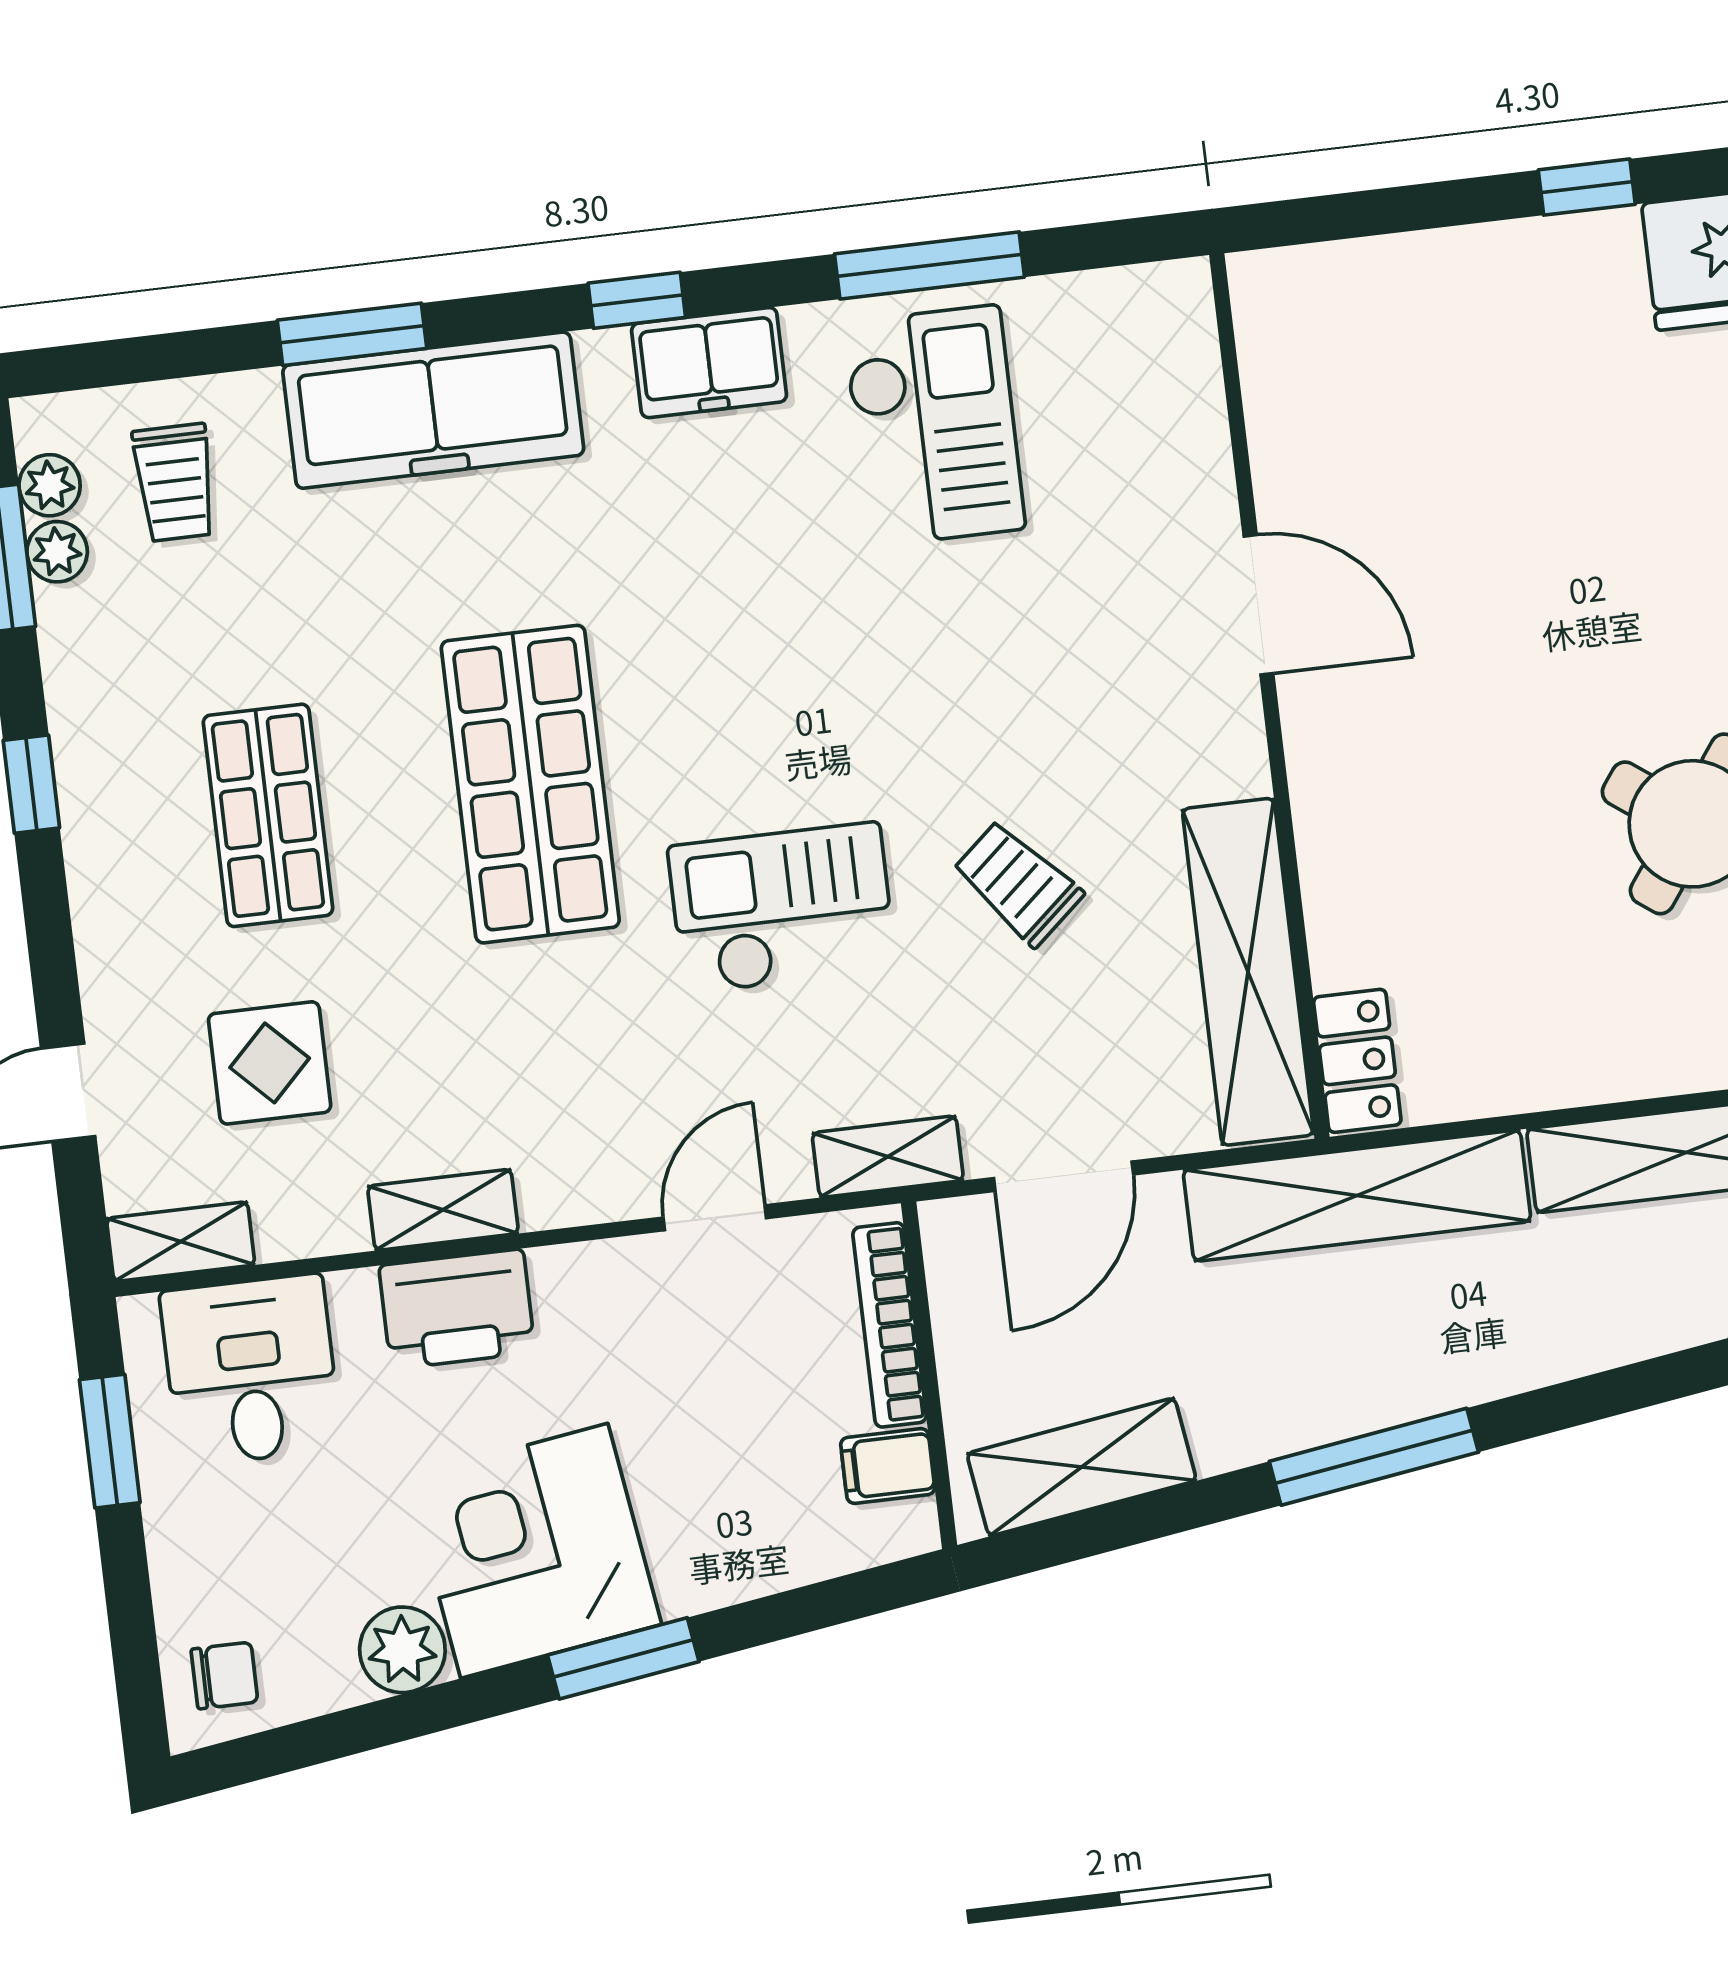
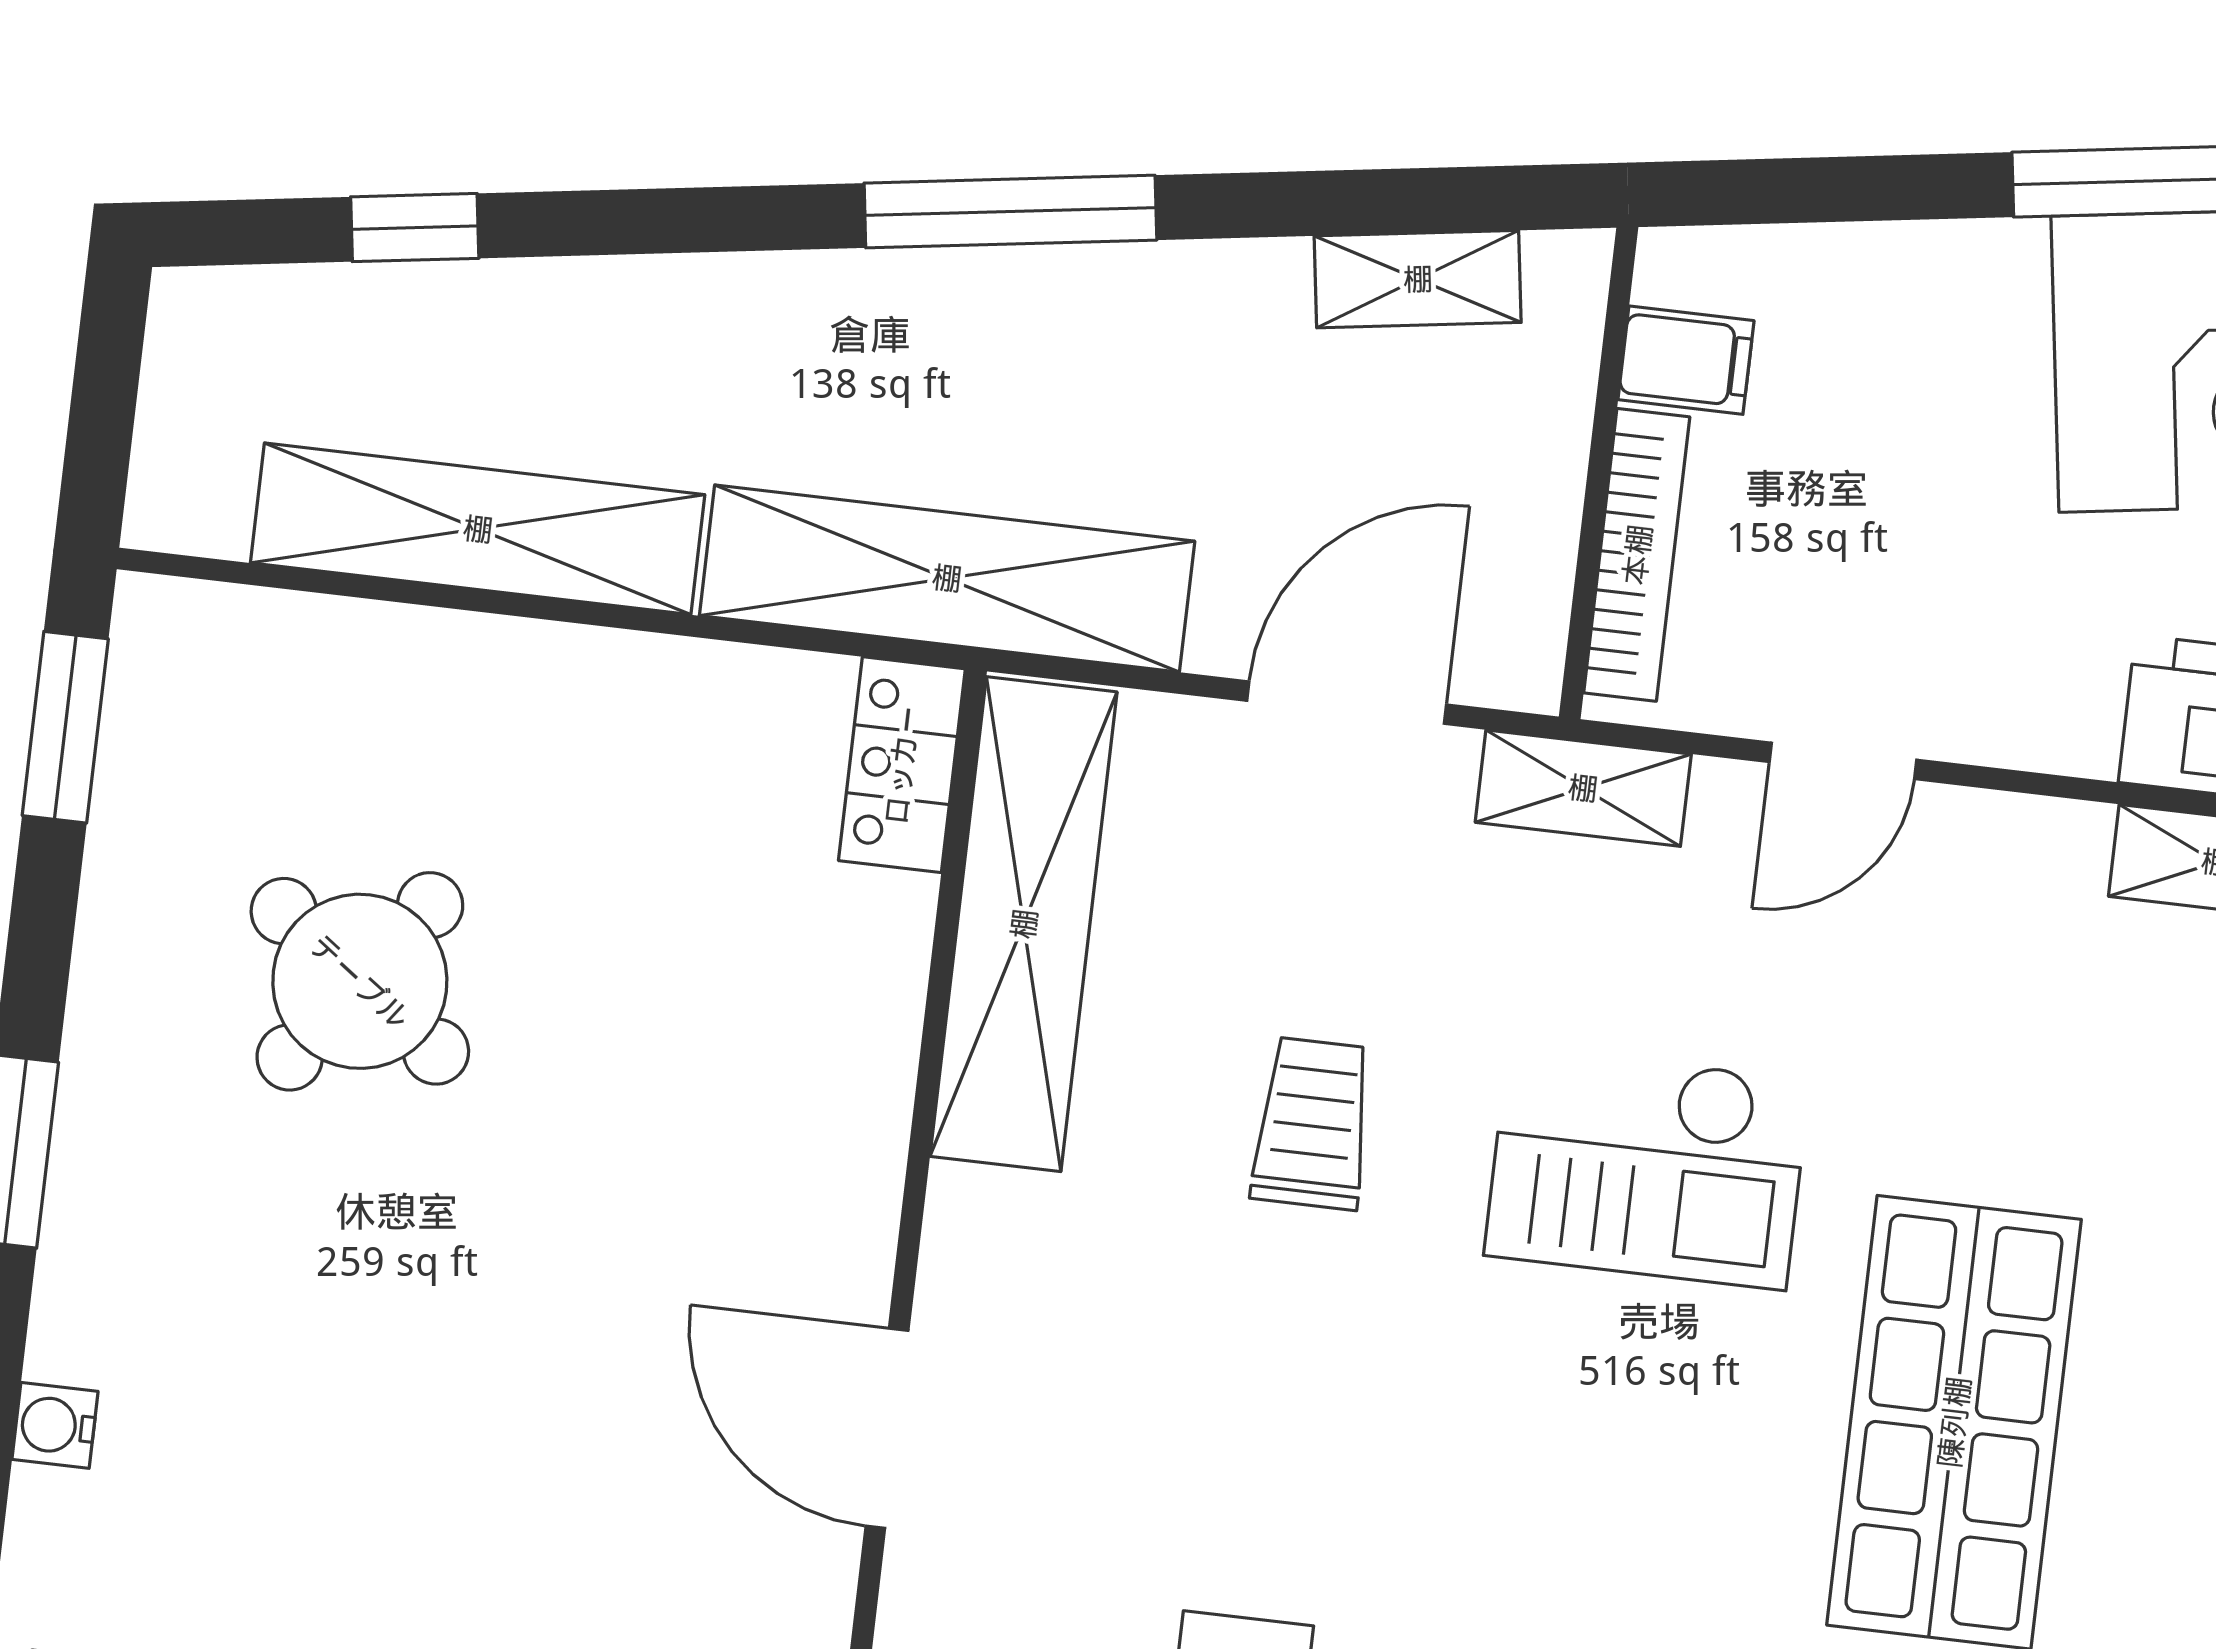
trolley: (1018, 883) -> (1313, 1123), turned -139
shelving: (1082, 1467) -> (1418, 279), width x0.67, depth x0.75

